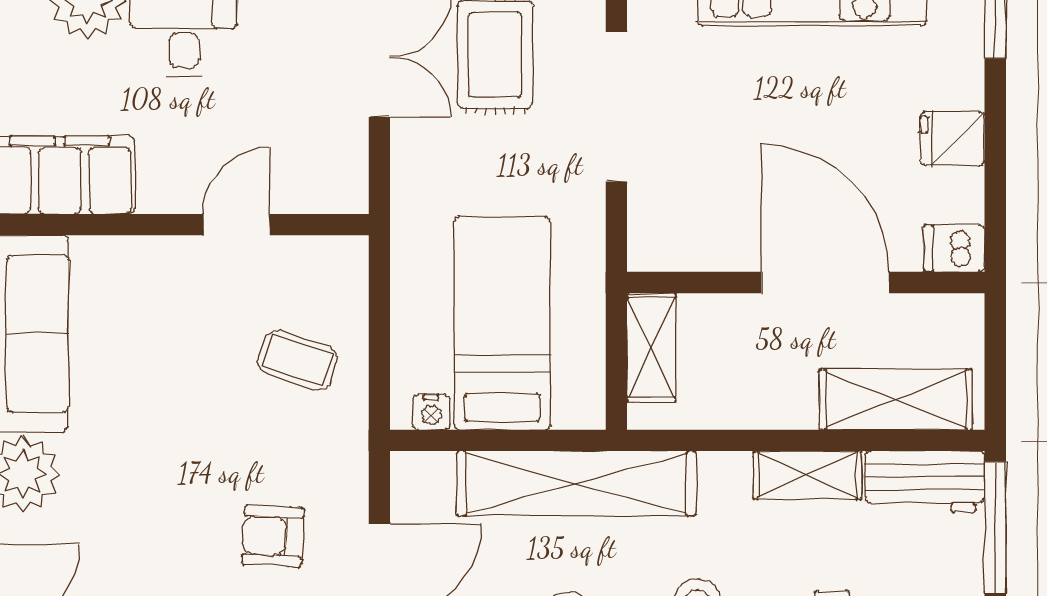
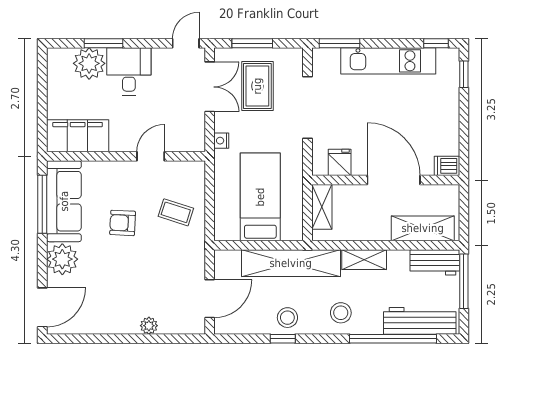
fridge: (952, 139) -> (340, 162), moved, turned 90
nightstand: (431, 412) -> (221, 141), moved, turned 90
shelving: (807, 475) -> (364, 260), moved
armchair: (273, 536) -> (123, 223), moved

